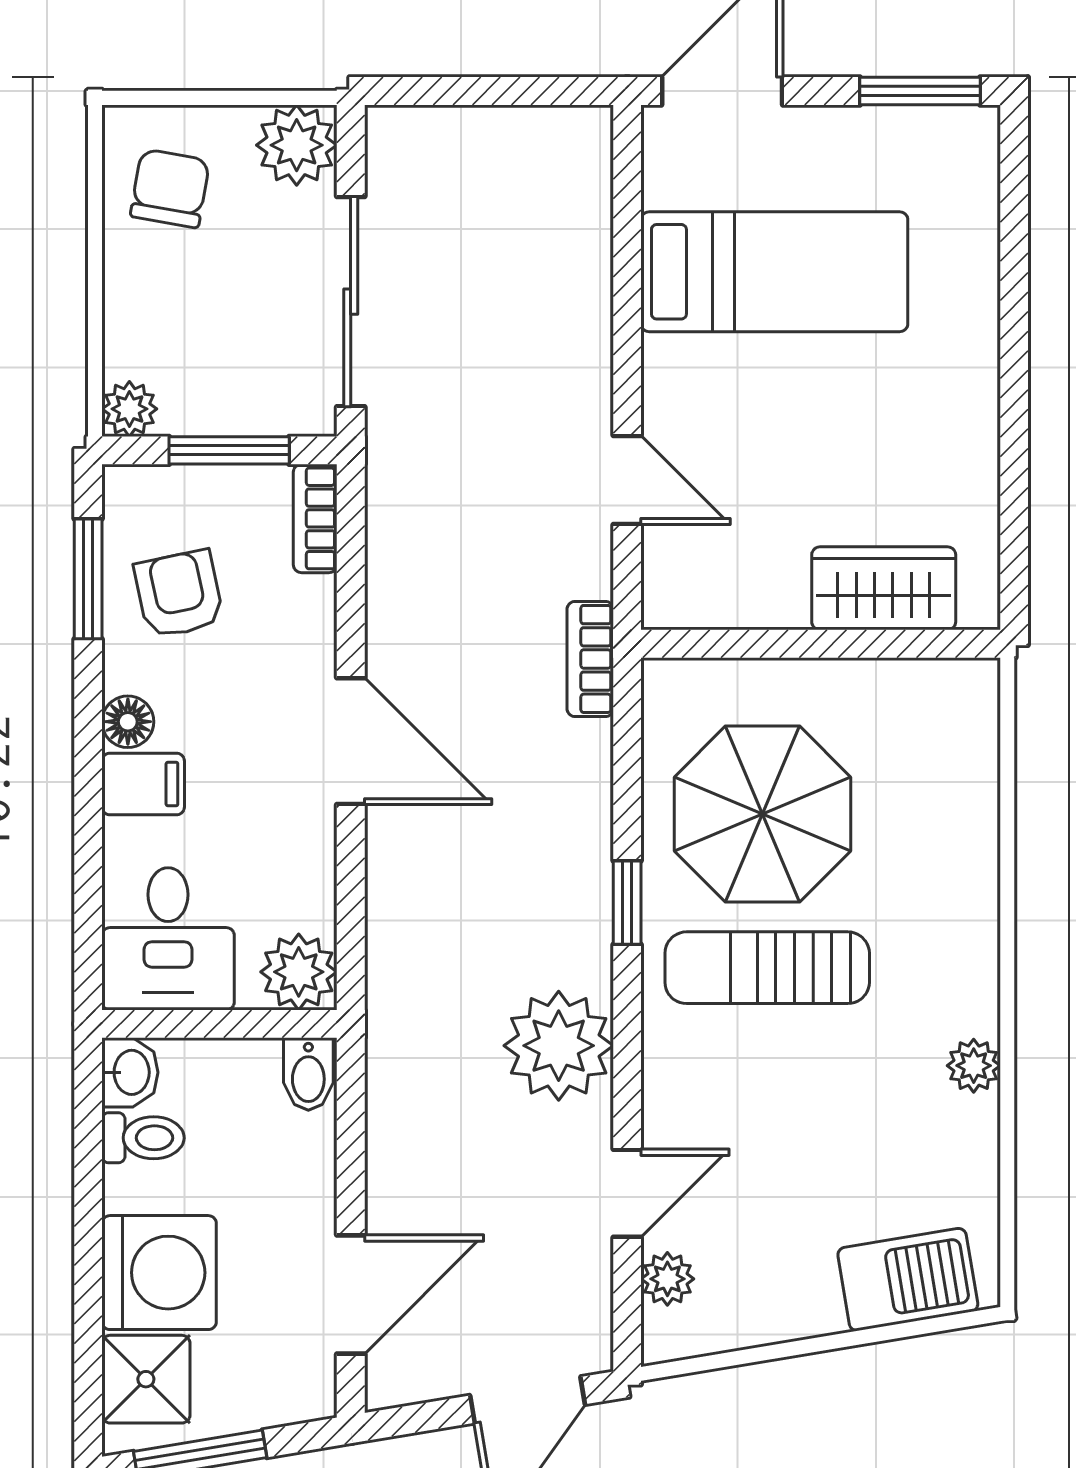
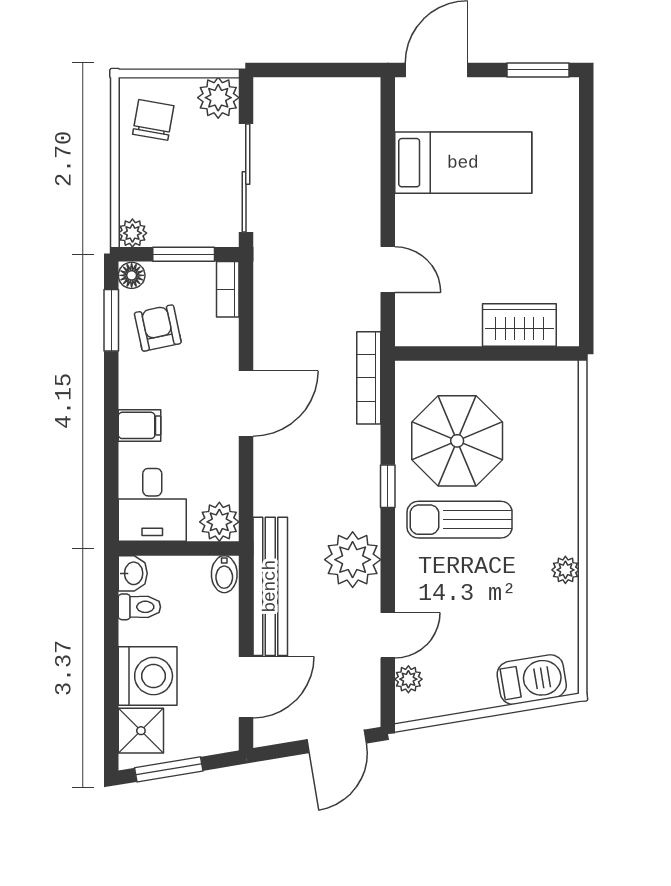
bookcase: (590, 659) -> (369, 378), width x1.56
floor lamp: (128, 722) -> (132, 275), moved
door: (351, 741) -> (246, 403), hinge flipped
bench: (398, 1098) -> (270, 586), added

